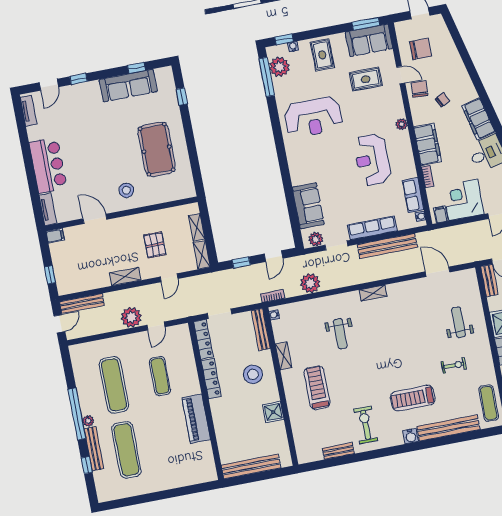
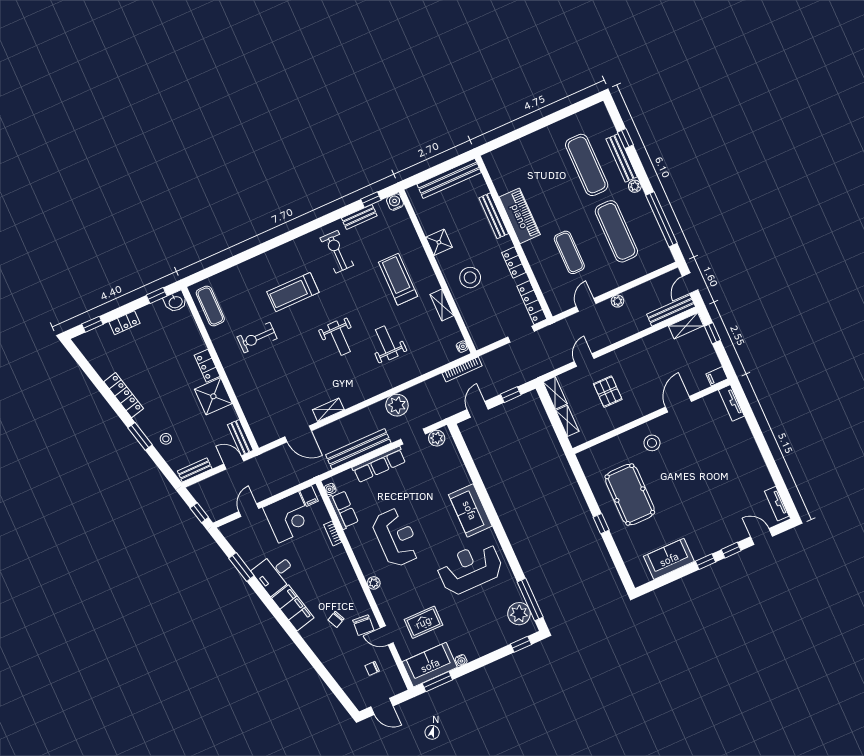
water cooler: (293, 47) -> (461, 660), moved
chair: (421, 49) -> (372, 668), width x0.54, depth x0.54
rug: (322, 55) -> (476, 637), removed
window: (136, 68) -> (706, 562), moved
door: (49, 85) -> (762, 537), hinge flipped
sofa: (128, 86) -> (669, 559), width x0.73
window: (182, 97) -> (601, 524), moved
filing cabinet: (427, 144) -> (341, 568), removed
bar counter: (48, 165) -> (742, 450), removed
sofa: (308, 206) -> (470, 510), moved
door: (95, 219) -> (678, 404), swing flipped
shelving: (125, 277) -> (686, 326), moved
plant: (310, 283) -> (397, 405), moved
shelving: (373, 293) -> (328, 410), moved
bookcase: (273, 296) -> (462, 369), width x1.56
plant: (131, 317) -> (617, 301), width x0.53, depth x0.53
weight bench: (459, 322) -> (339, 338), moved
bench: (261, 329) -> (494, 216), moved
exercise bike: (454, 365) -> (257, 338), width x1.38, depth x1.39
locker: (211, 379) -> (514, 263), width x0.66
treadmill: (317, 388) -> (398, 279), turned 180
treadmill: (413, 398) -> (293, 292), turned 180
window: (77, 414) -> (662, 219), moved
exercise bike: (366, 425) -> (337, 252), turned 180
bench: (448, 428) -> (247, 269), removed
water cooler: (411, 436) -> (395, 202), moved
window: (325, 464) -> (371, 200), added

